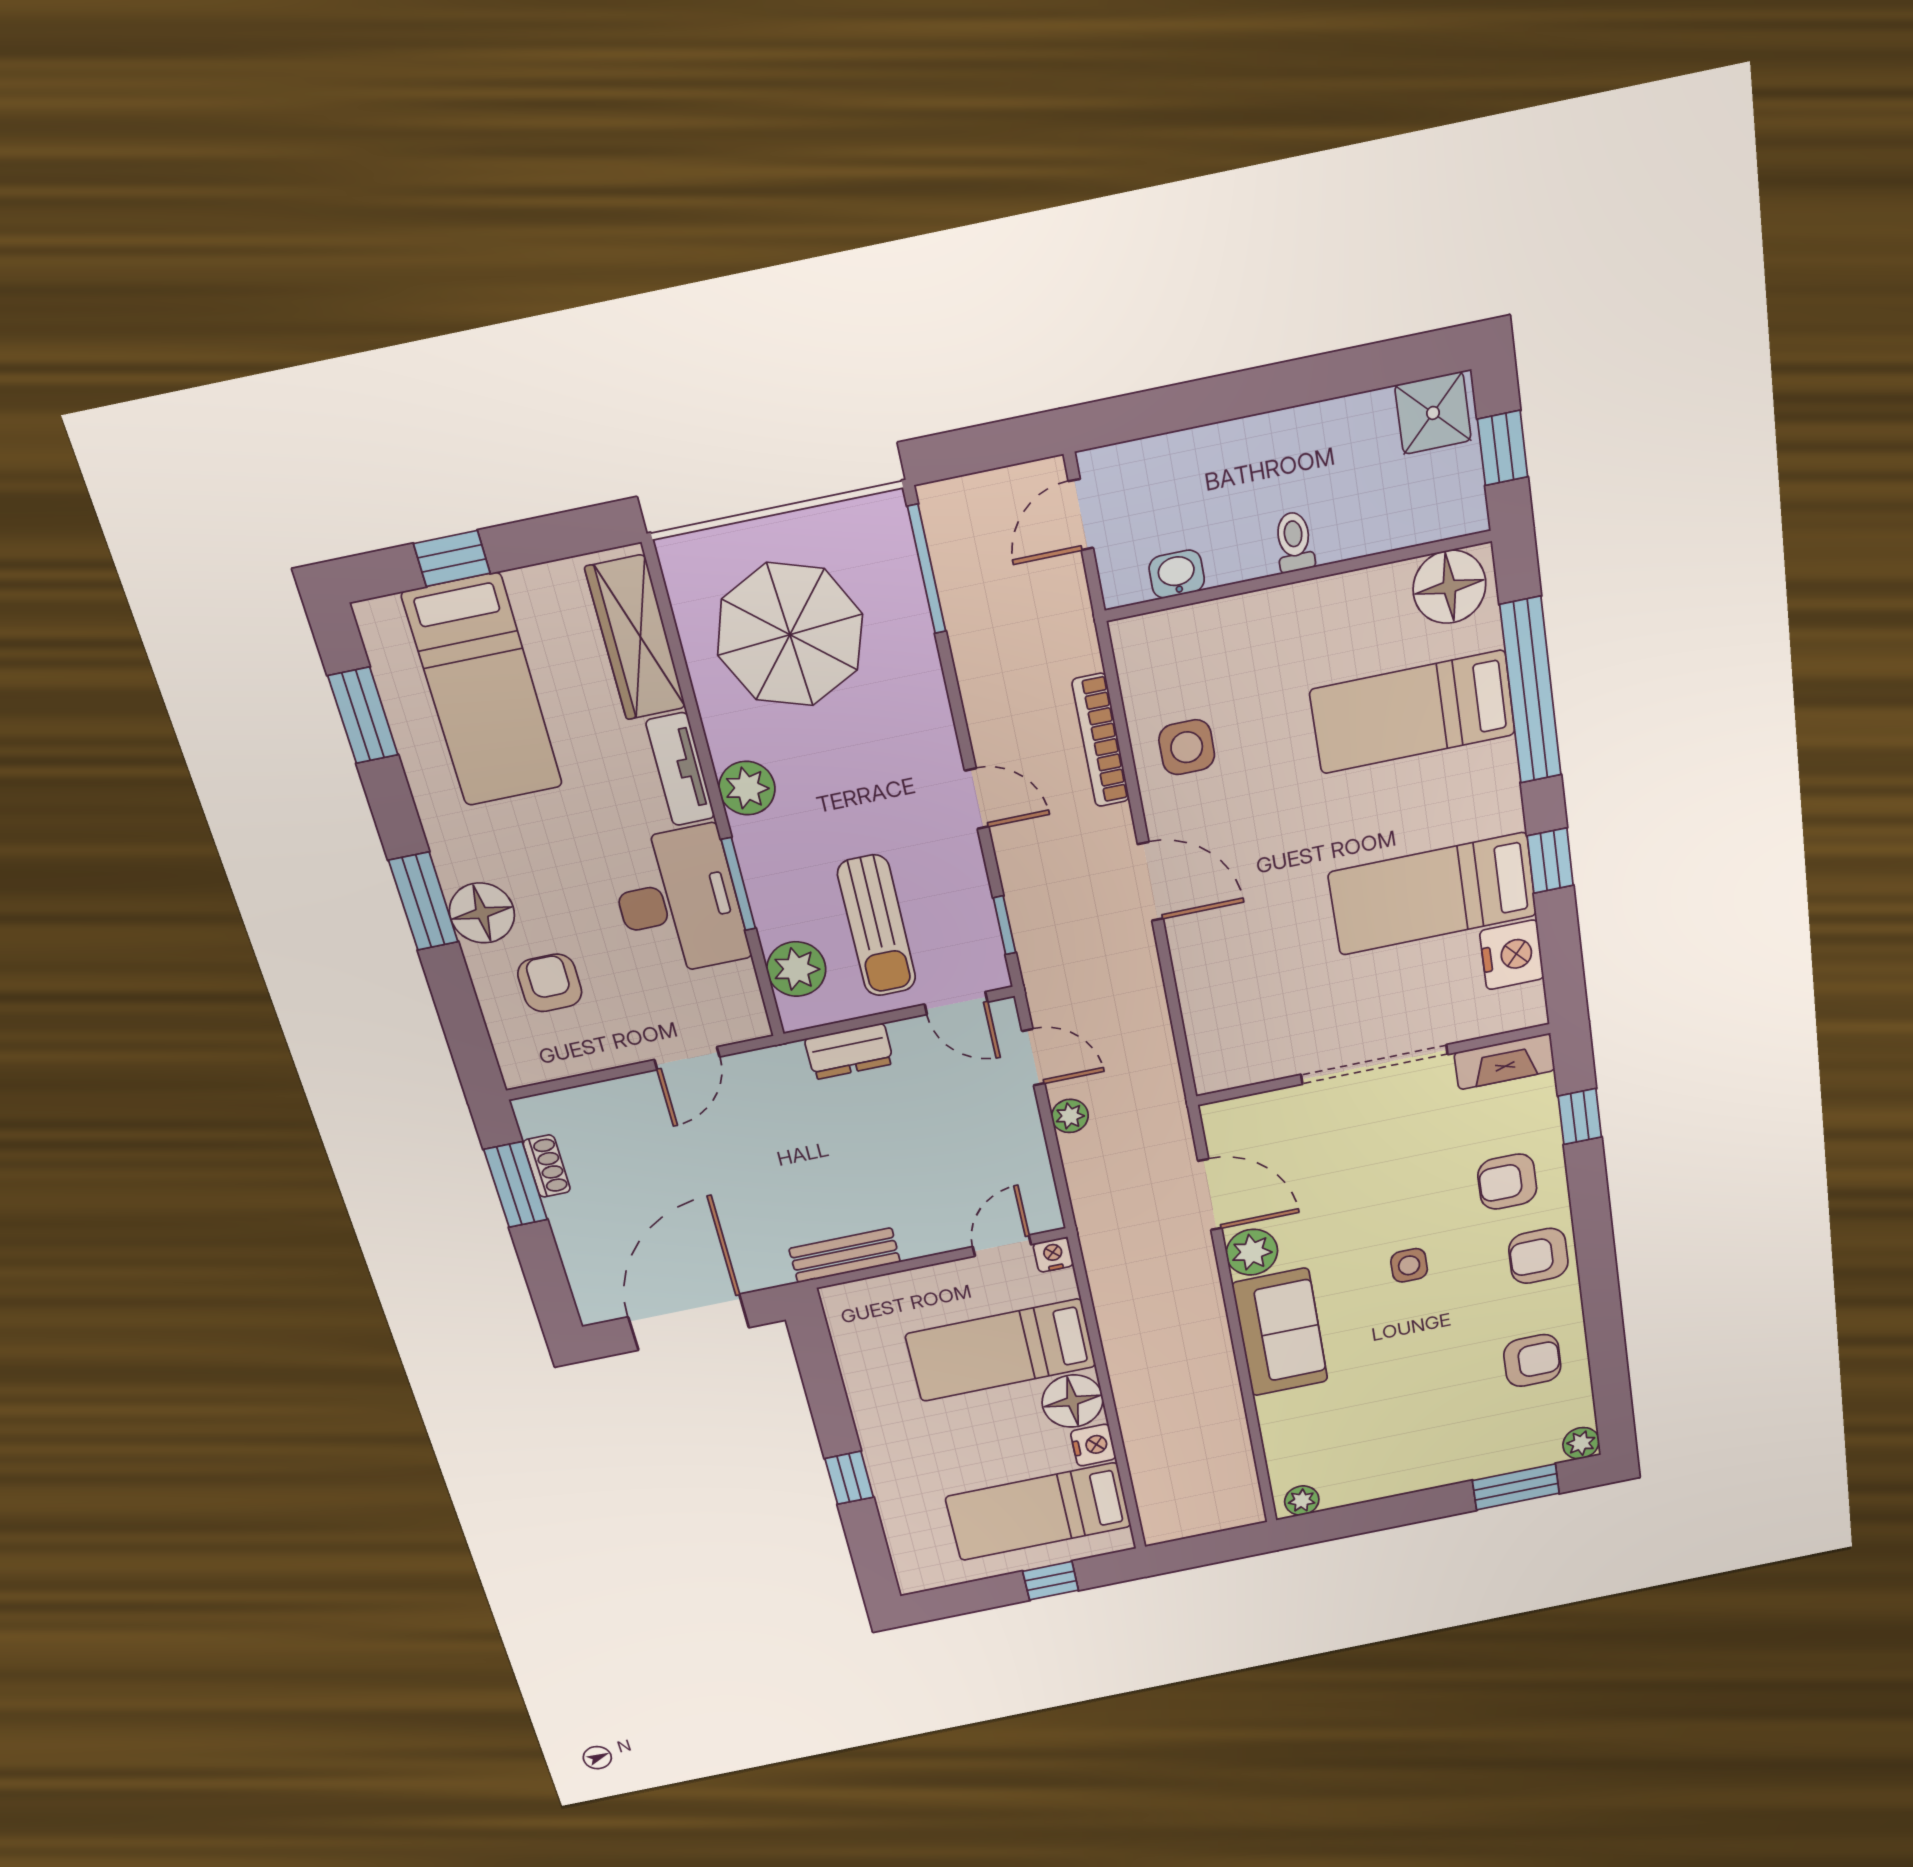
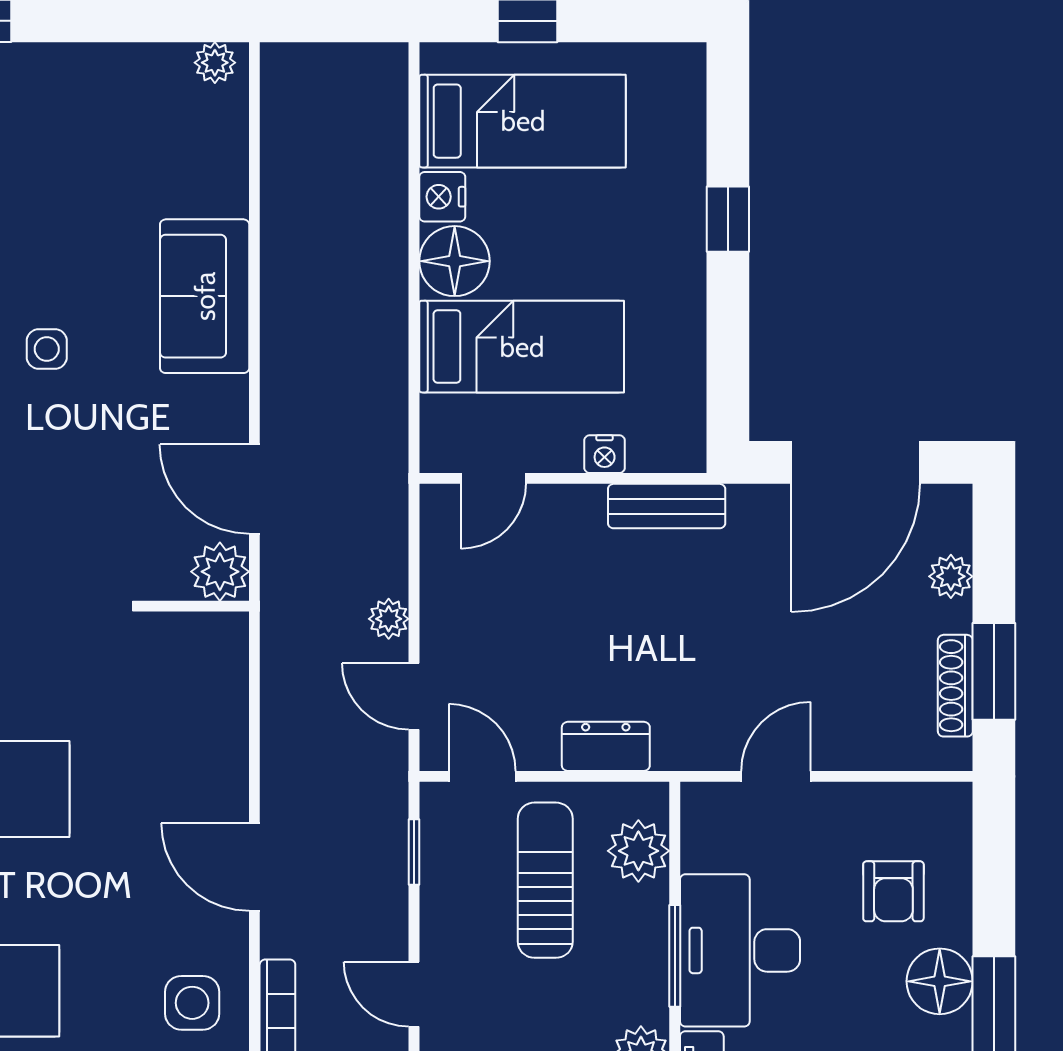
shoe rack: (547, 1166) -> (955, 686), width x1.43
plant: (578, 1252) -> (951, 576), added
plant: (1252, 1252) -> (220, 572), moved
nightstand: (1053, 1255) -> (605, 454), moved

